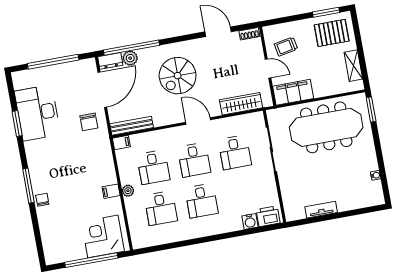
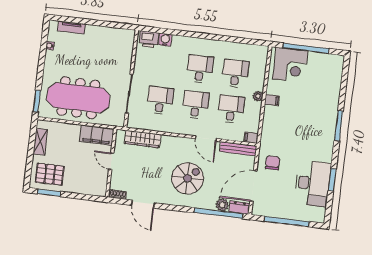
trolley: (286, 47) -> (91, 175), removed
door: (198, 121) -> (206, 139), moved
chair: (42, 200) -> (331, 111), removed
tv unit: (321, 210) -> (71, 27), moved

